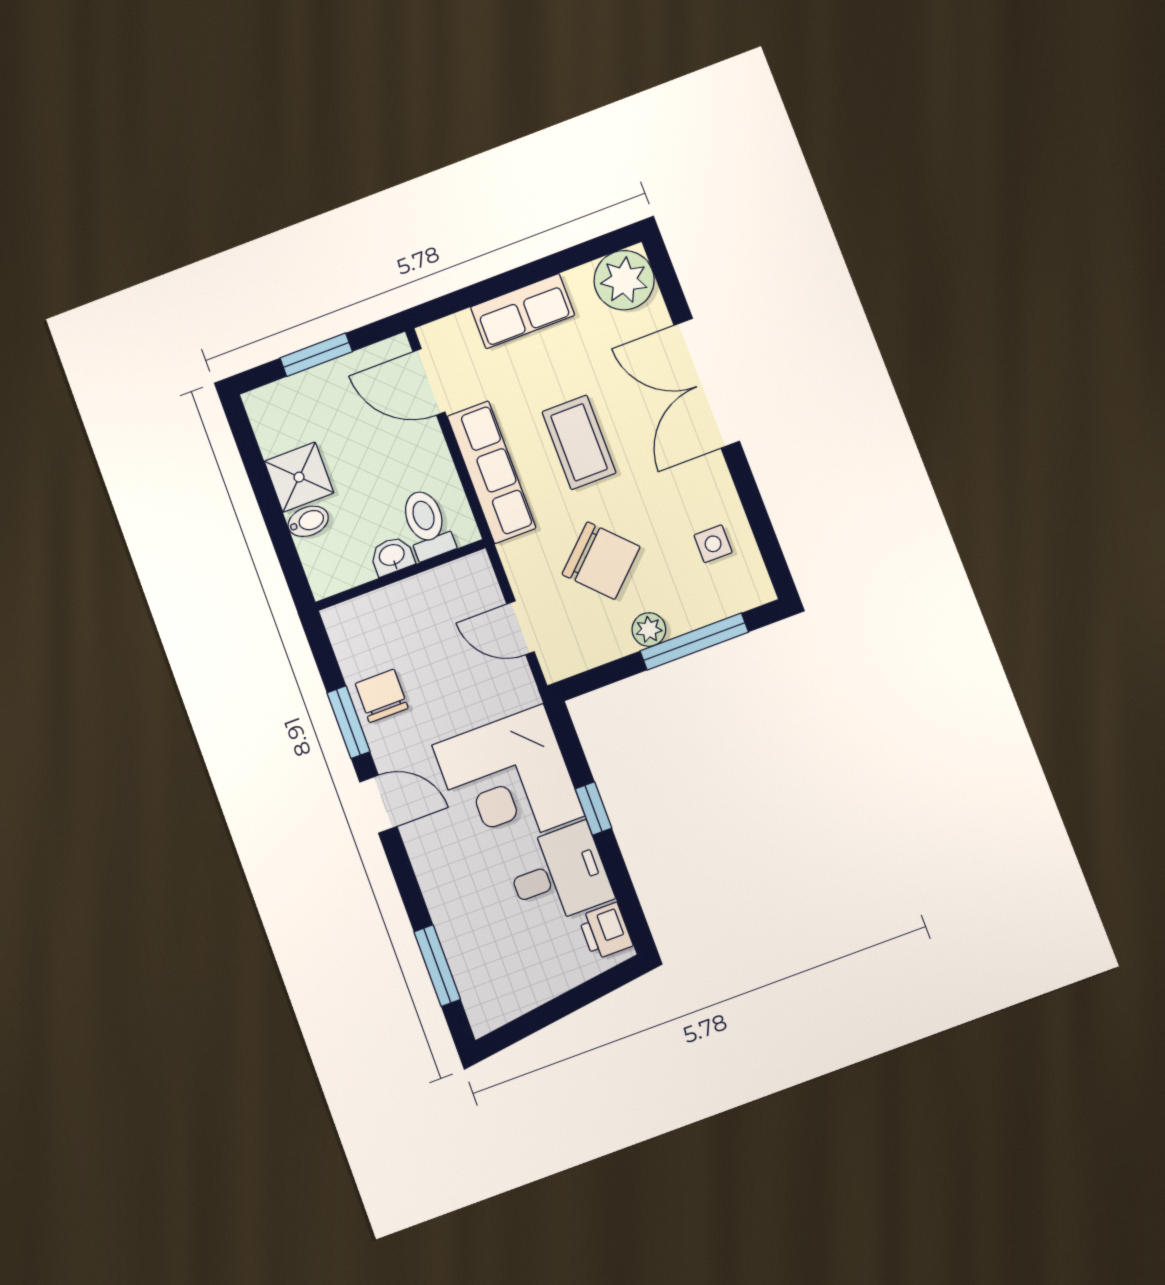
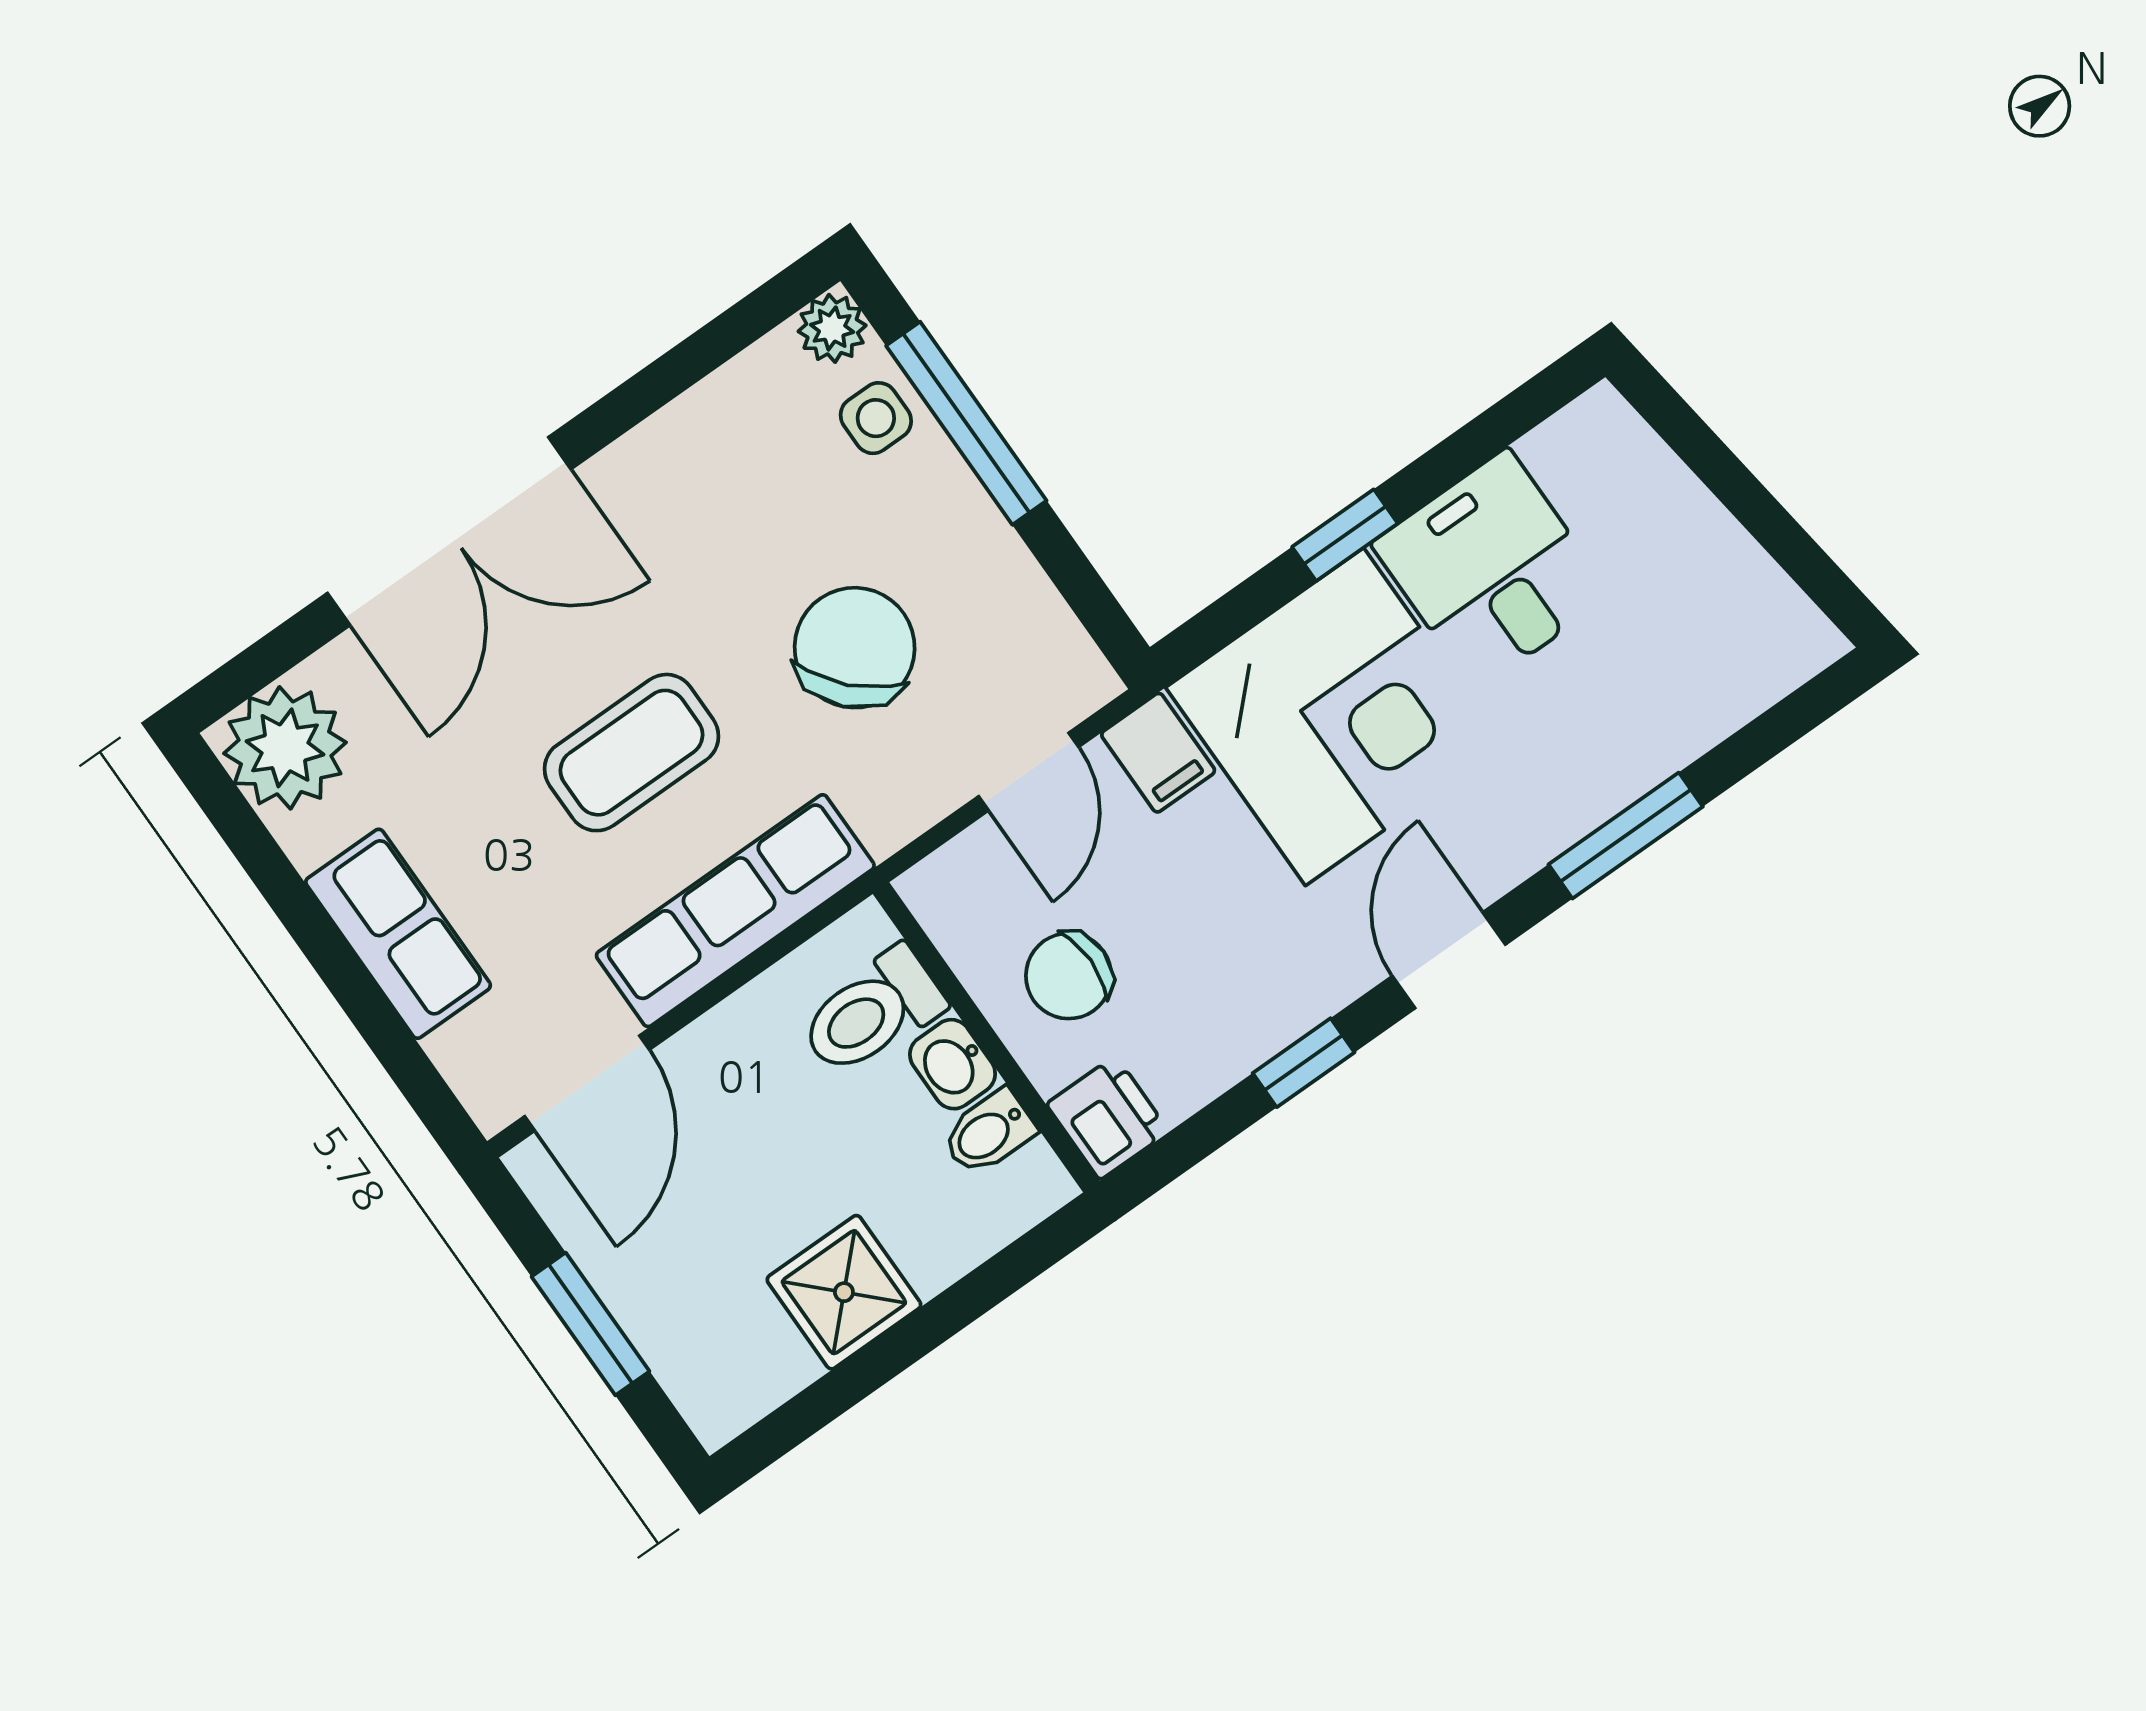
bidet: (308, 521) -> (989, 1133), moved, turned -90
side table: (713, 544) -> (876, 418), moved
plant: (649, 630) -> (832, 328), moved
filing cabinet: (513, 692) -> (1158, 753), added
chair: (382, 696) -> (1069, 976), moved
window: (348, 722) -> (1304, 1063), width x0.67
printer: (605, 931) -> (1108, 1118), moved, turned -90
window: (437, 966) -> (1626, 836), moved

